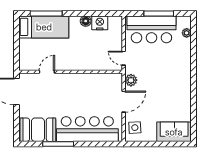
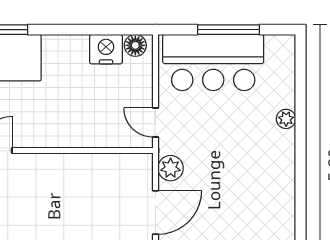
floor lamp: (86, 21) -> (135, 45), moved
plant: (187, 33) -> (286, 119), moved

